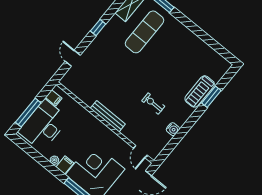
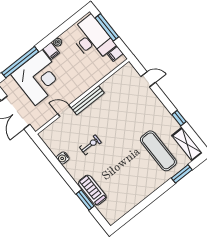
window: (98, 27) -> (179, 118), moved
door: (140, 152) -> (64, 111), moved

